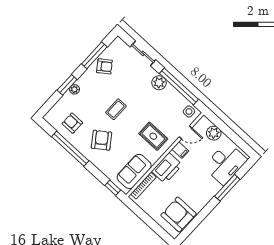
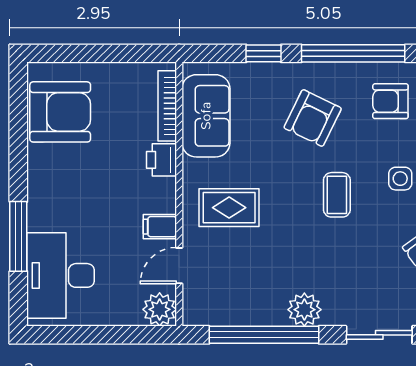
side table: (189, 111) -> (400, 179), moved
armchair: (72, 123) -> (390, 101), turned 180
plant: (214, 133) -> (160, 309), moved
armchair: (101, 140) -> (313, 118), turned 62
printer: (167, 168) -> (161, 160), width x0.53, depth x0.68
window: (113, 188) -> (264, 53), moved

